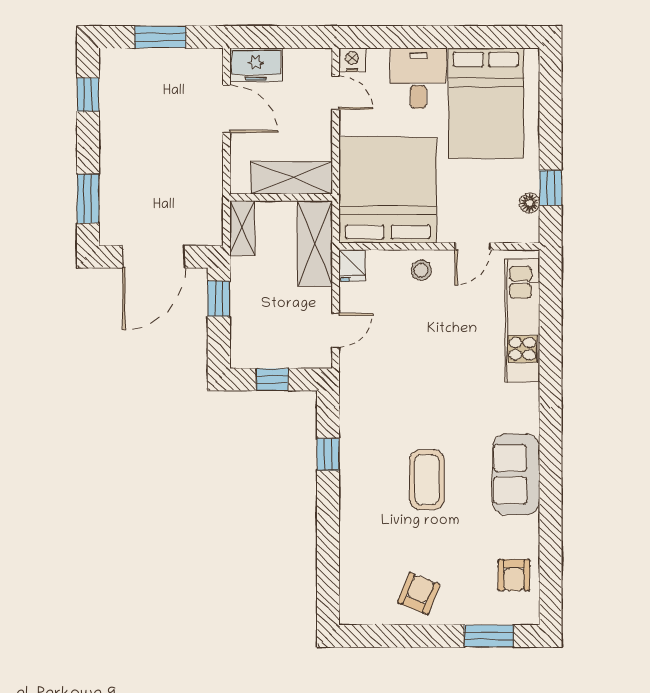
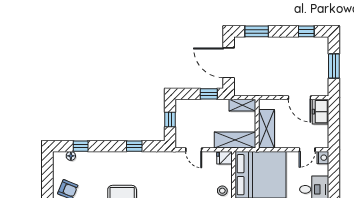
door: (226, 109) -> (300, 98), hinge flipped
window: (328, 566) -> (81, 146), added
floor lamp: (348, 587) -> (71, 156), added

